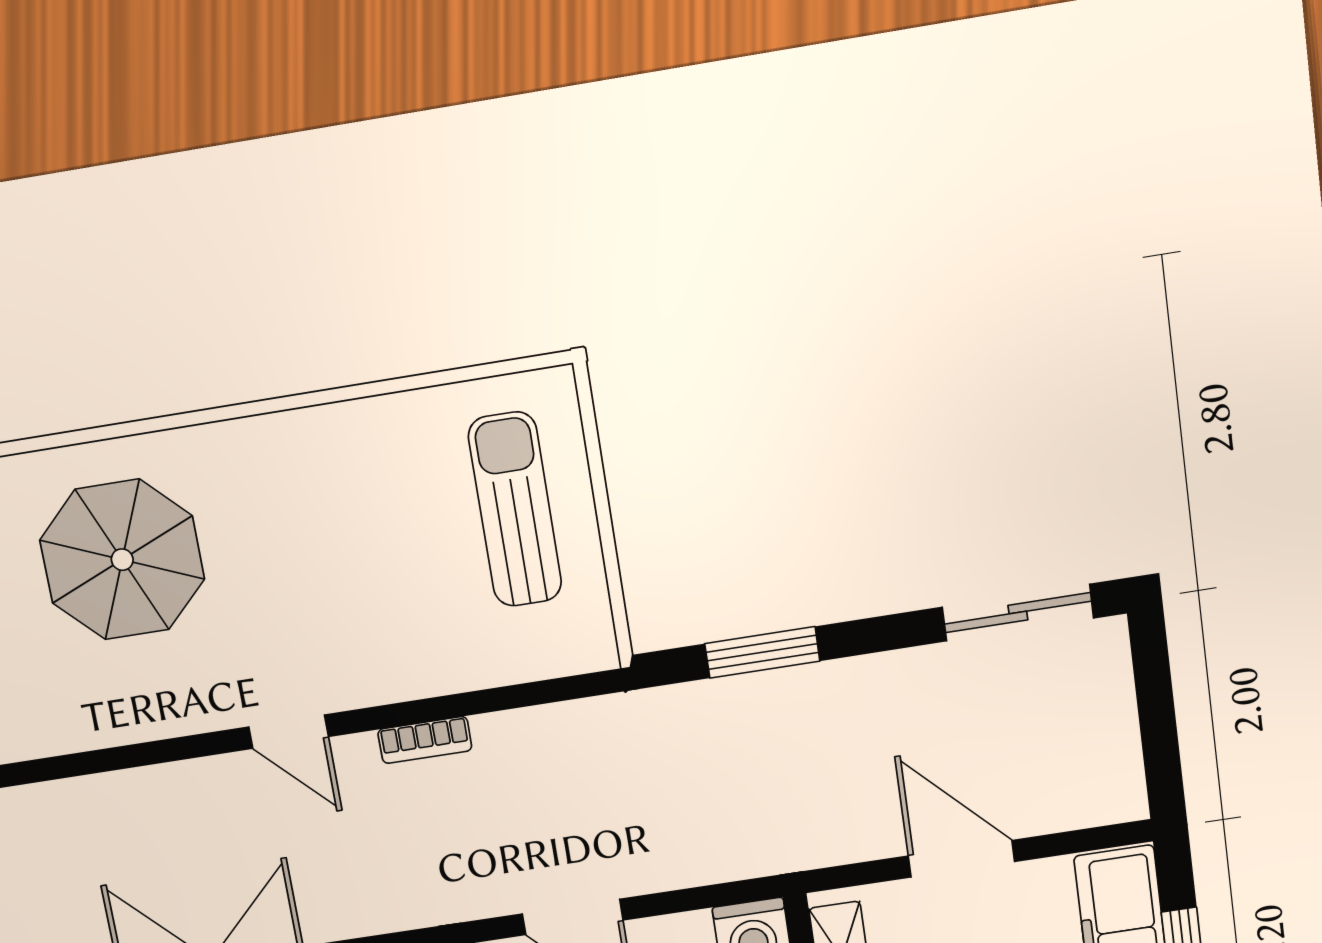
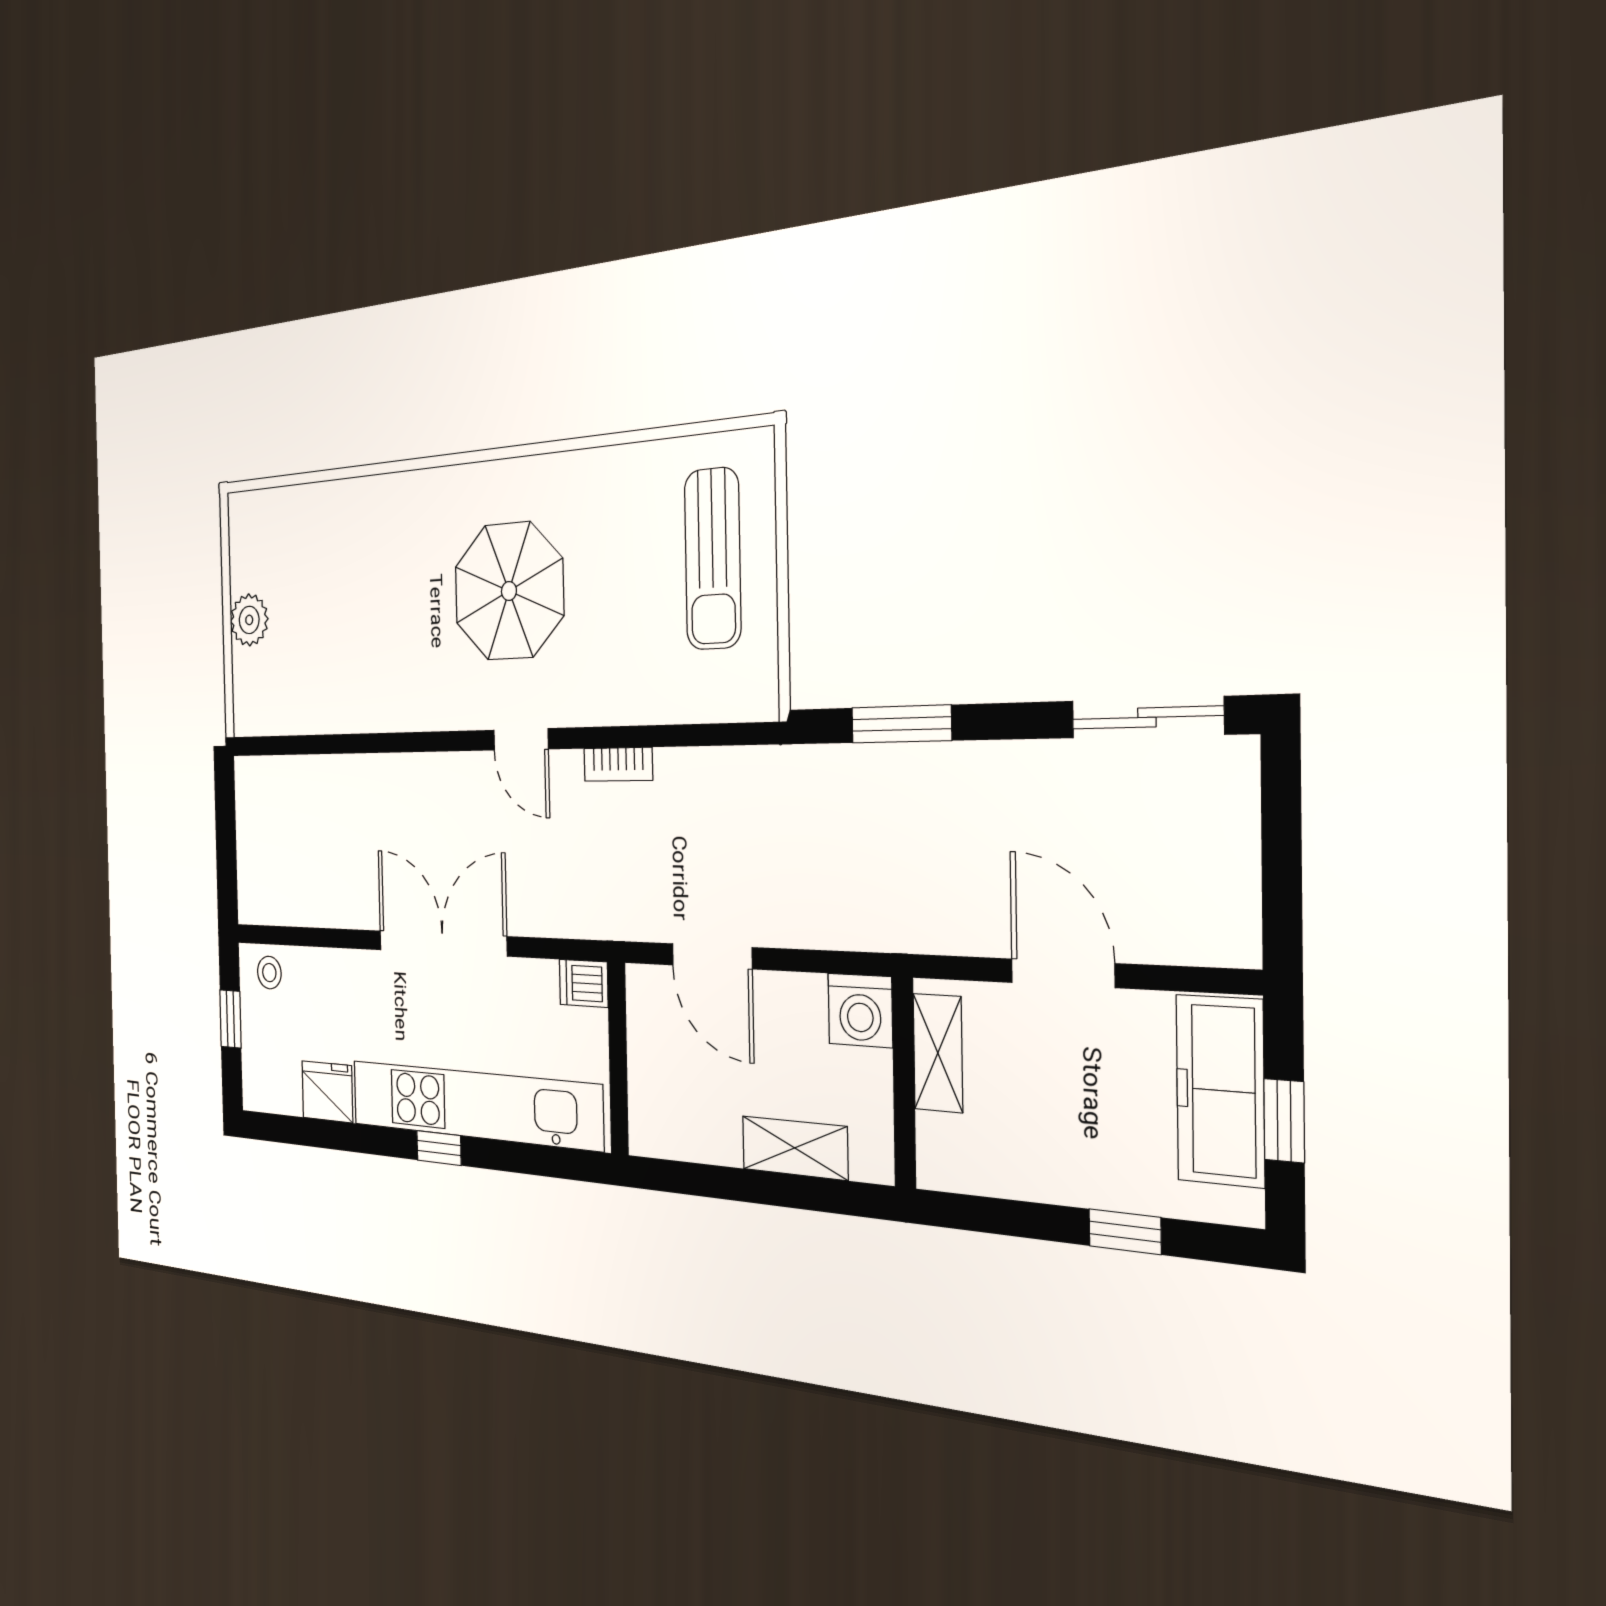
sun lounger: (515, 510) -> (713, 559), turned 180
parasol: (122, 560) -> (509, 591), moved

